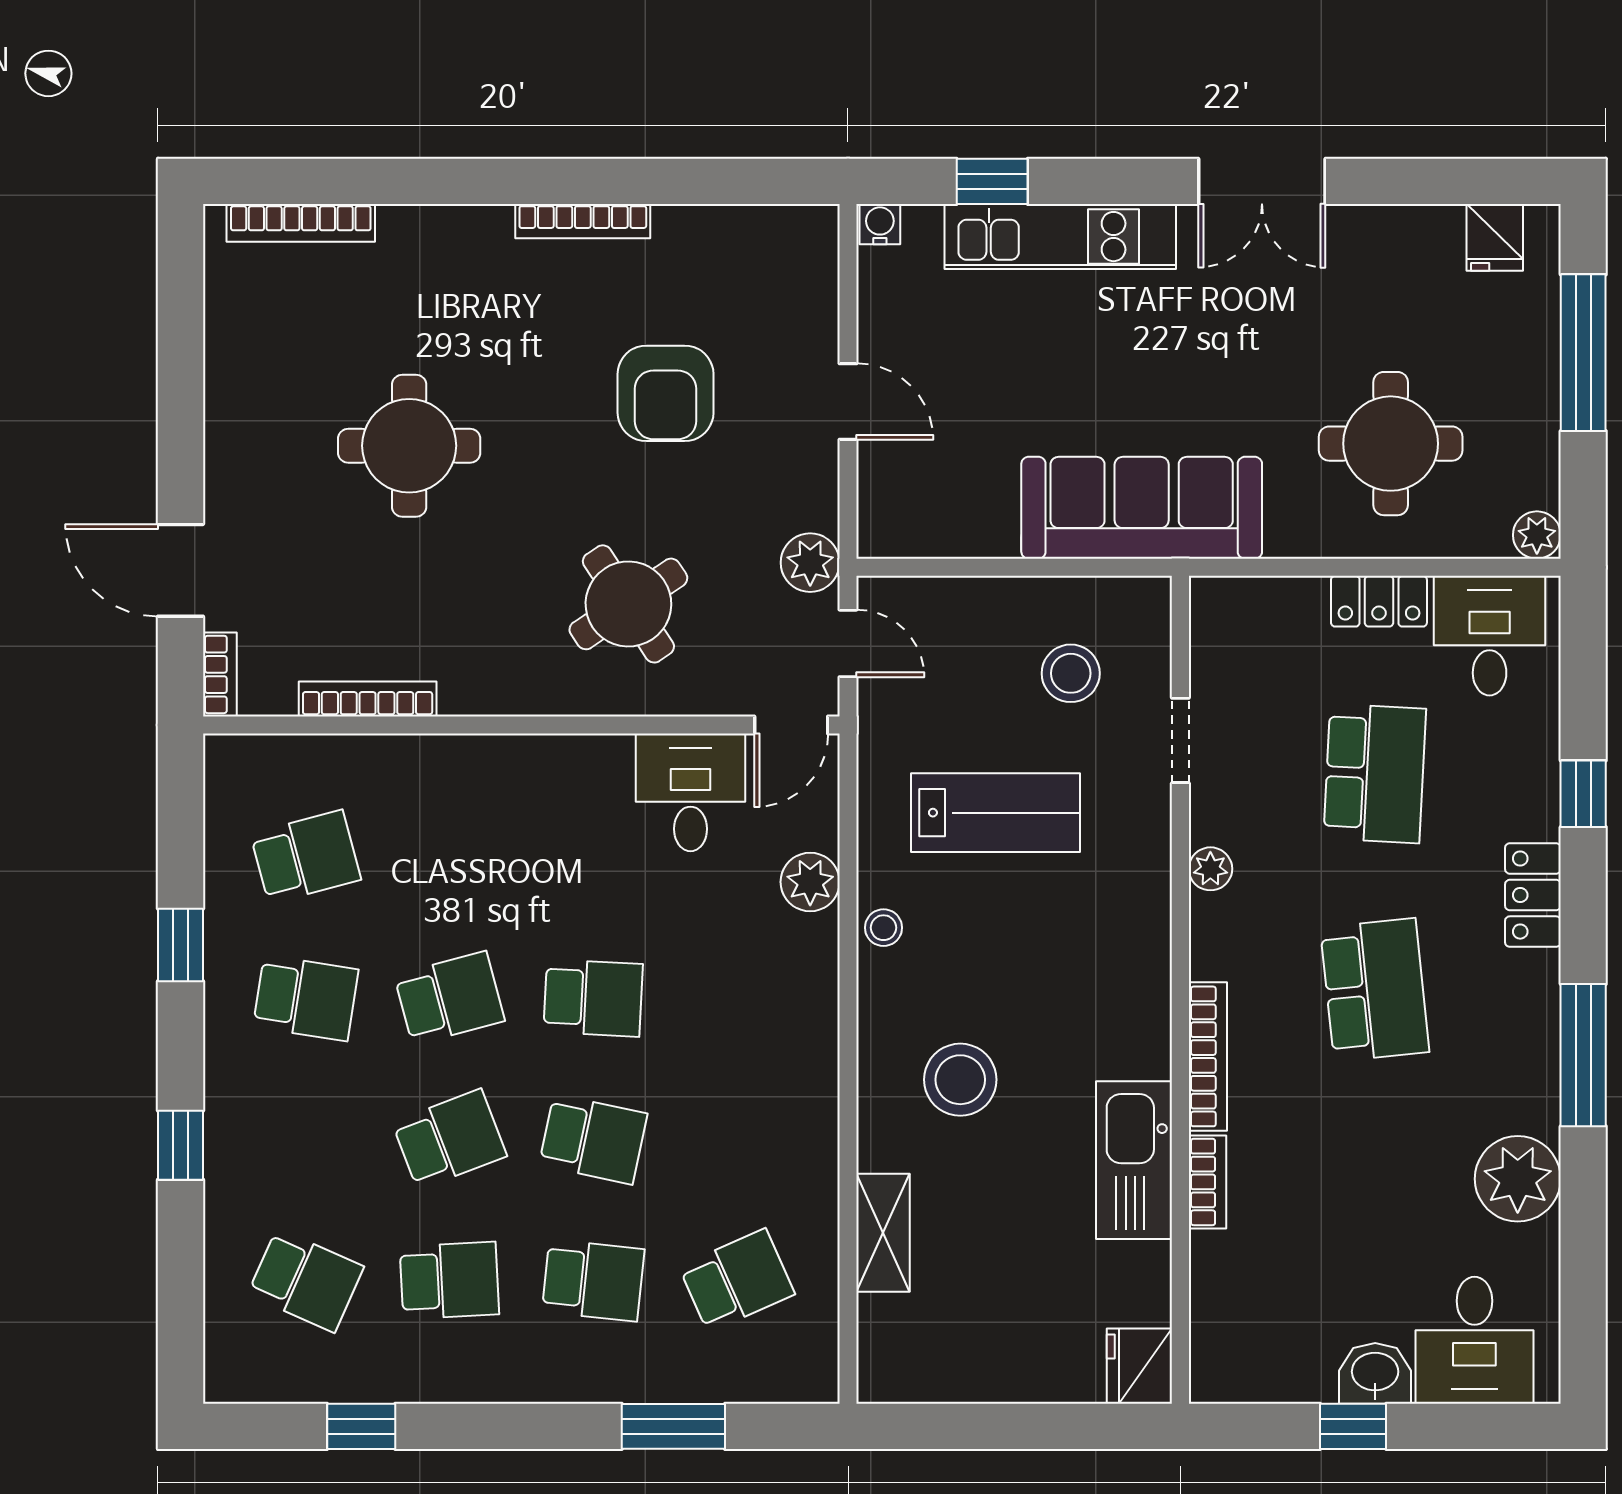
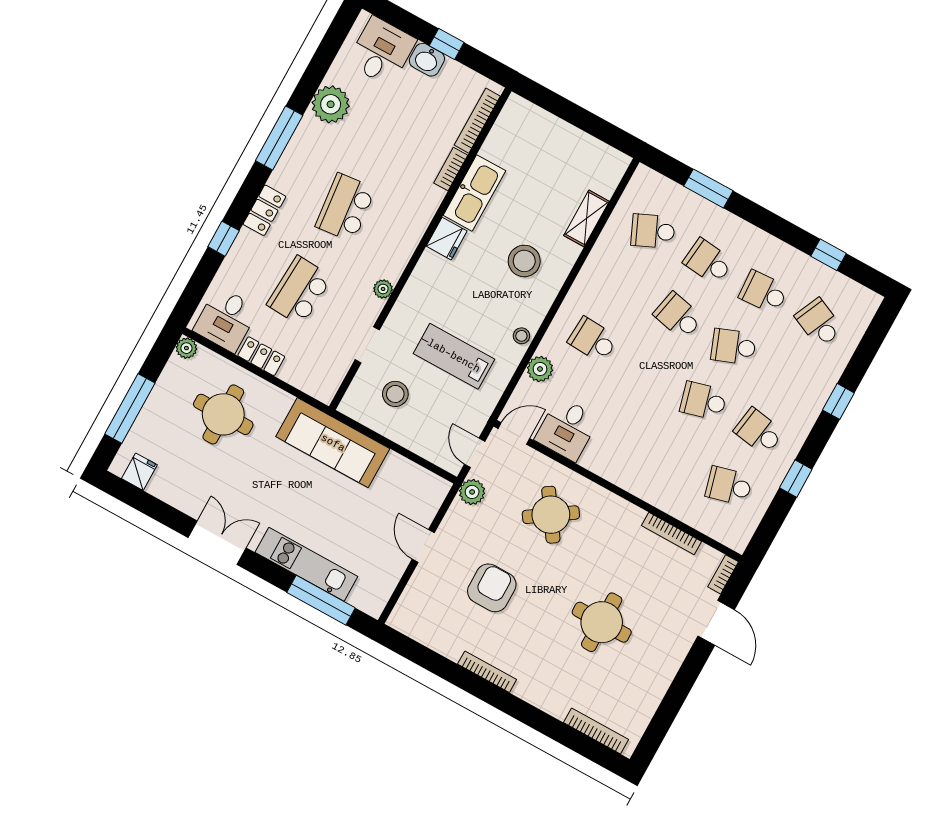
window: (992, 181) -> (321, 600), width x2.17
water cooler: (880, 224) -> (373, 607), removed
school desk: (593, 998) -> (593, 340), moved
bookcase: (1208, 1056) -> (477, 121), moved
fridge: (1139, 1366) -> (447, 239), moved

